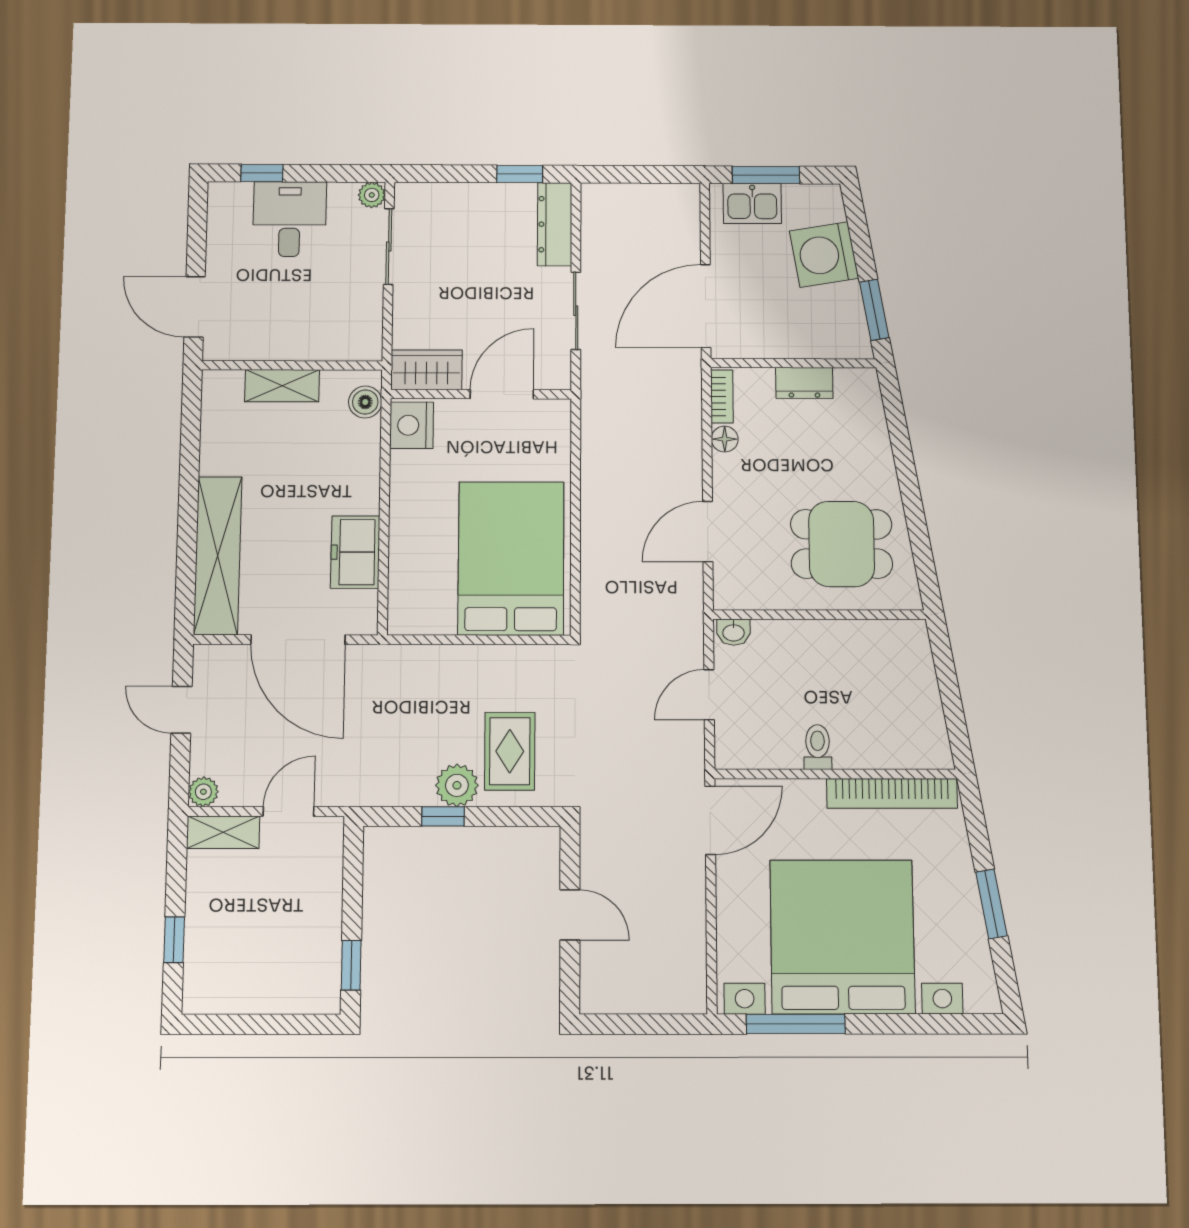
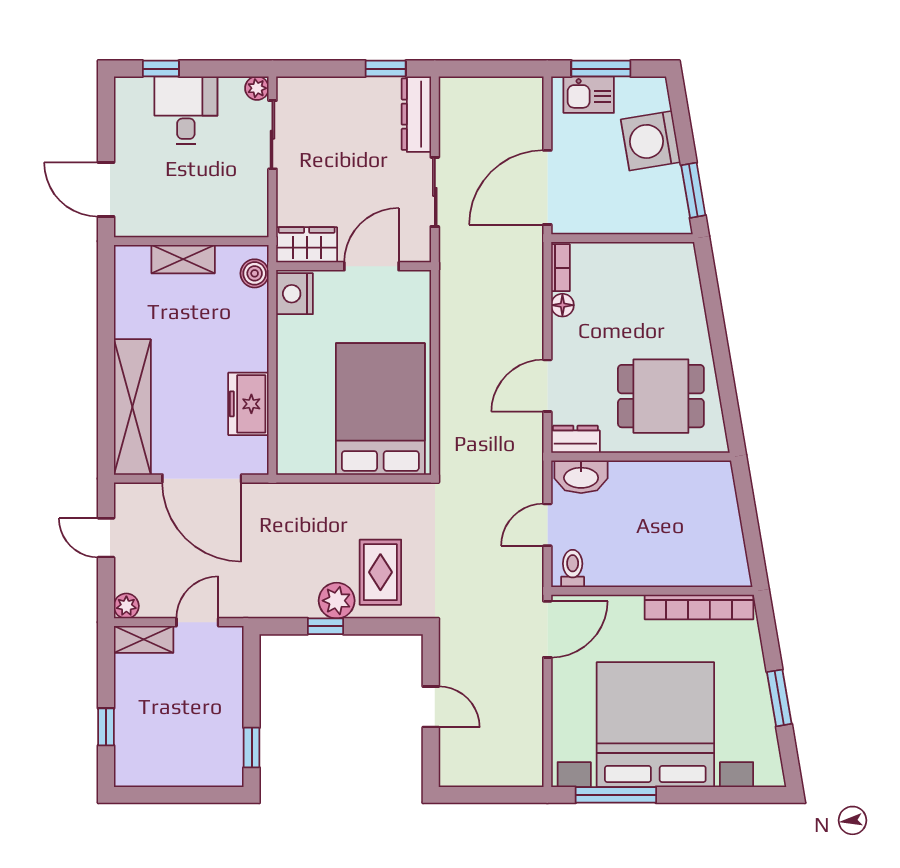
dresser: (804, 383) -> (575, 439), moved, turned 180
washbasin: (733, 632) -> (581, 477), width x1.91, depth x1.45
toilet: (818, 747) -> (573, 568), moved

